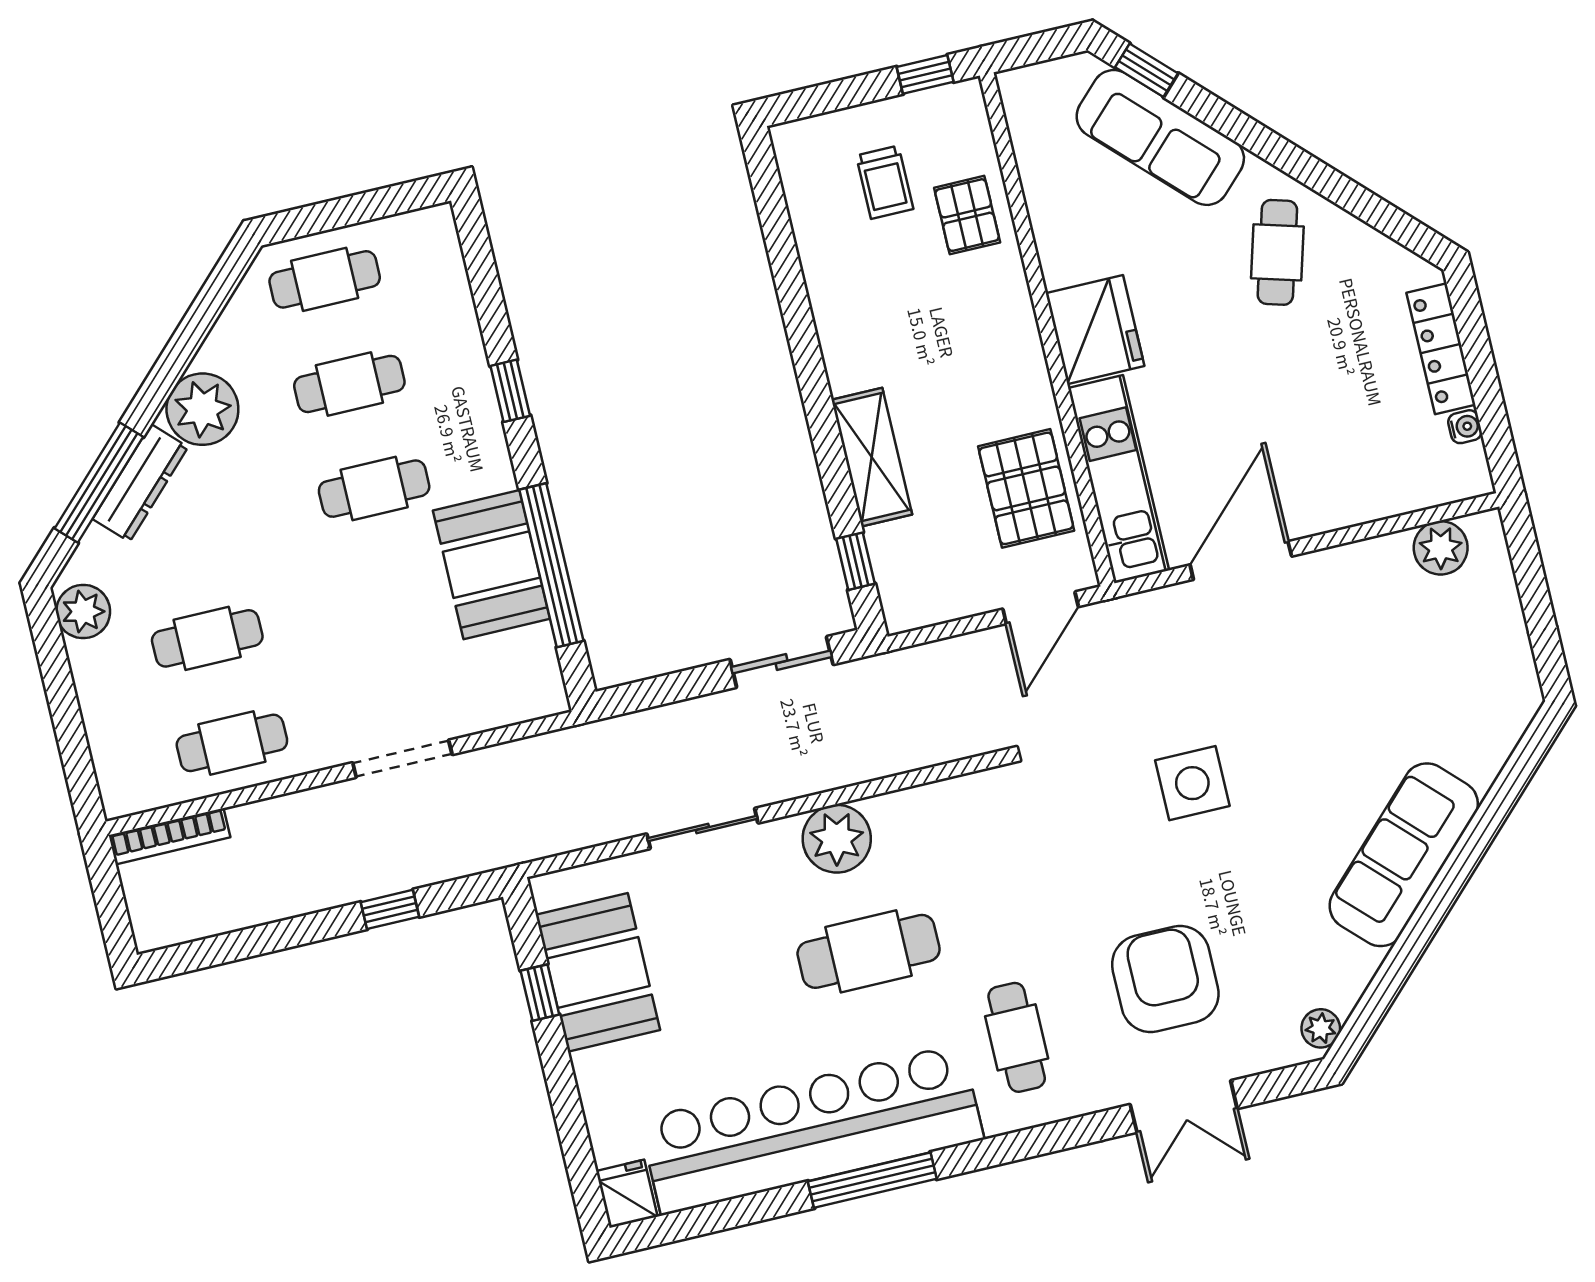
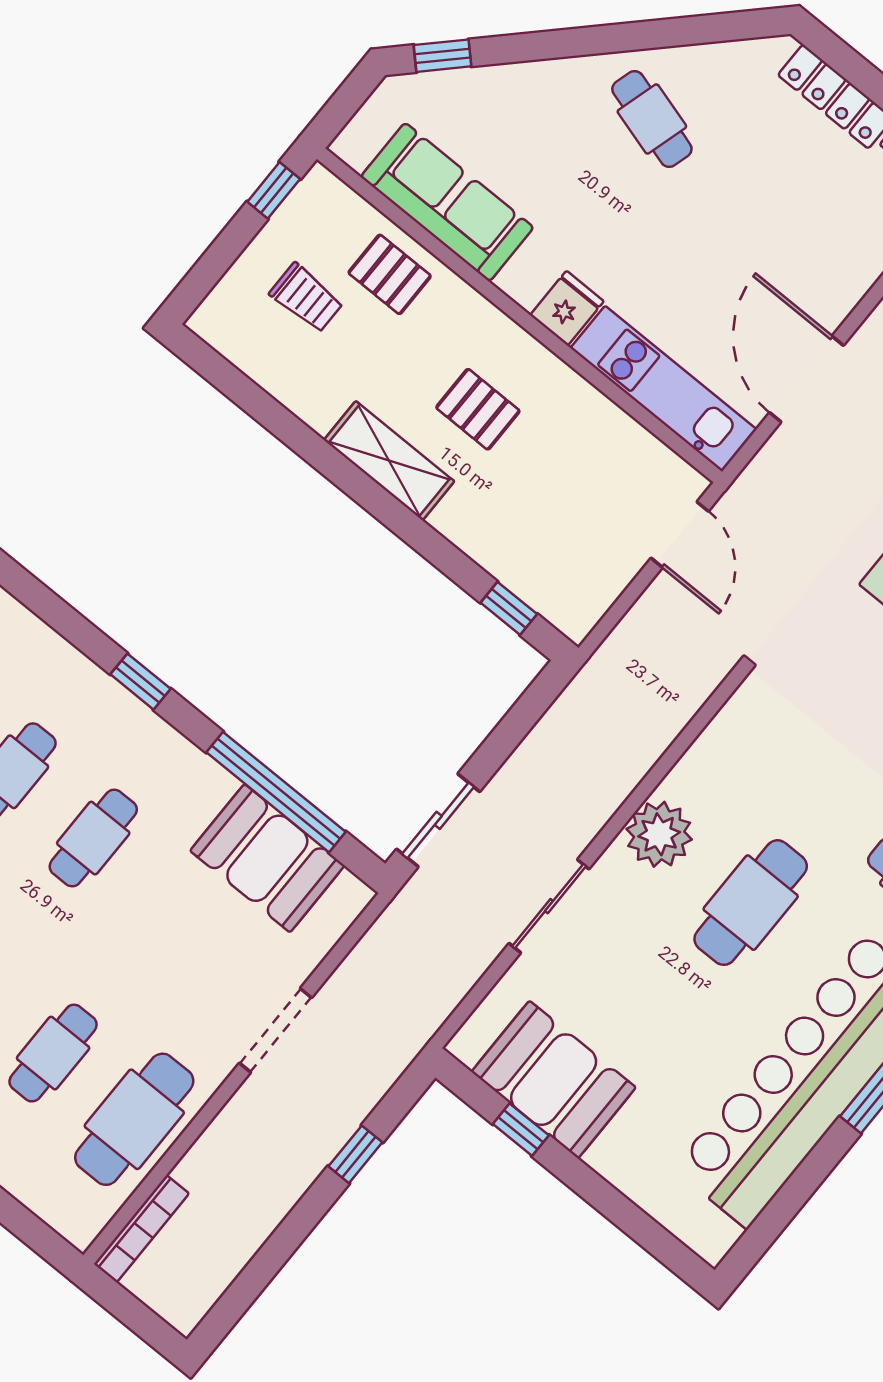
sofa: (1160, 137) -> (447, 202), moved, turned -135
fridge: (1095, 330) -> (567, 308), width x0.53, depth x0.75
shelving: (872, 457) -> (389, 461), moved
pallet: (1026, 488) -> (478, 409), moved, width x0.67, depth x0.71
booth: (492, 565) -> (267, 858), moved
sliding door: (782, 662) -> (438, 820), moved
cafe table: (232, 743) -> (134, 1119), width x1.37, depth x1.35
fridge: (627, 1194) -> (708, 1234), removed

